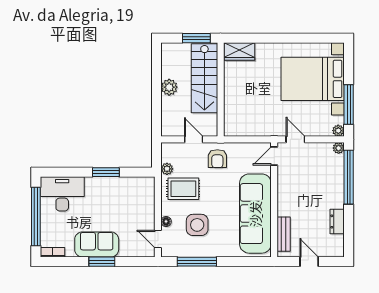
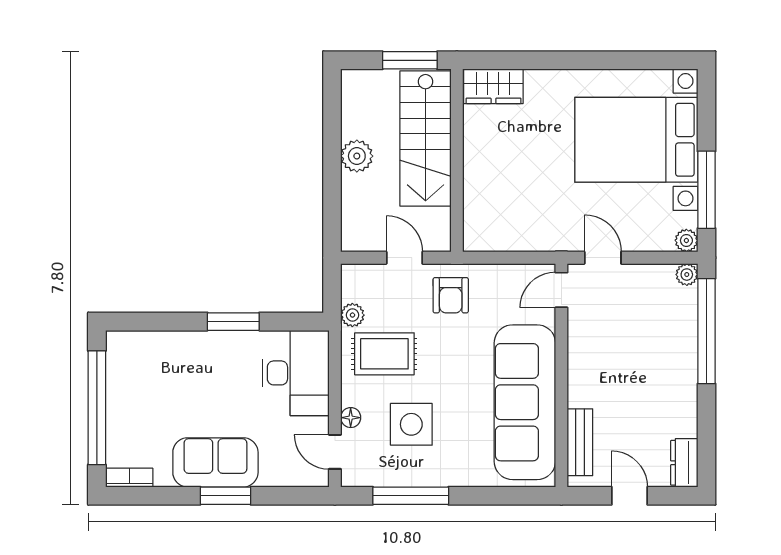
desk: (62, 194) -> (296, 373), moved, turned 90
dresser: (337, 222) -> (684, 463), moved

